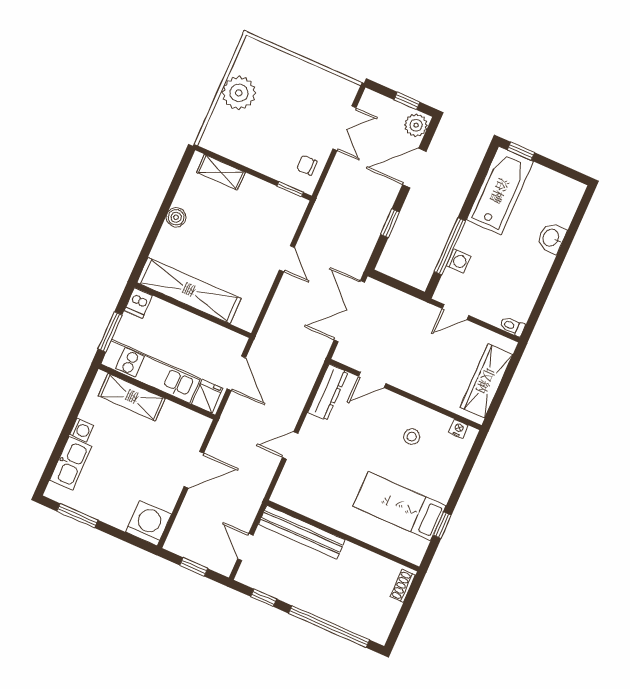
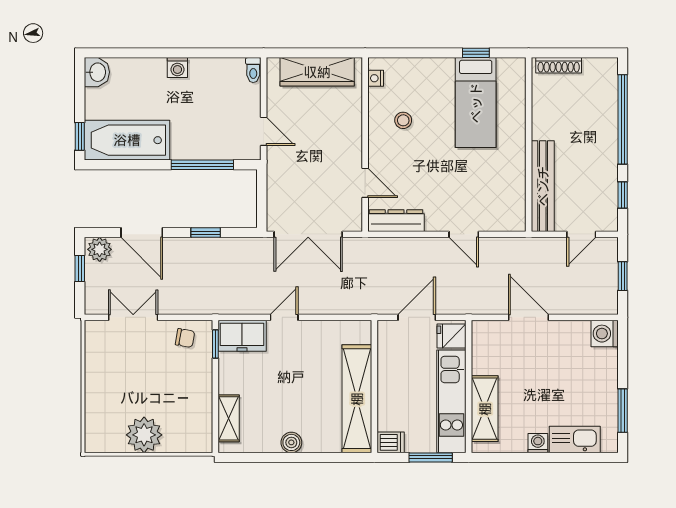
chair: (307, 165) -> (185, 338), turned -80
freezer: (287, 215) -> (242, 336), added
washbasin: (551, 238) -> (97, 72), moved, turned -90
washing machine: (458, 261) -> (177, 67), moved, turned 180
washing machine: (148, 523) -> (605, 334), width x0.73, depth x0.73
shoe rack: (403, 586) -> (559, 65), width x1.43

